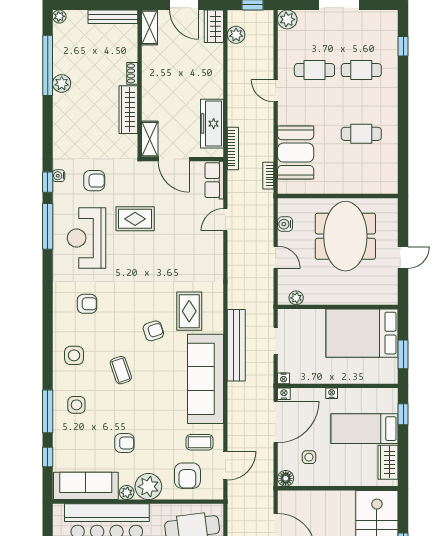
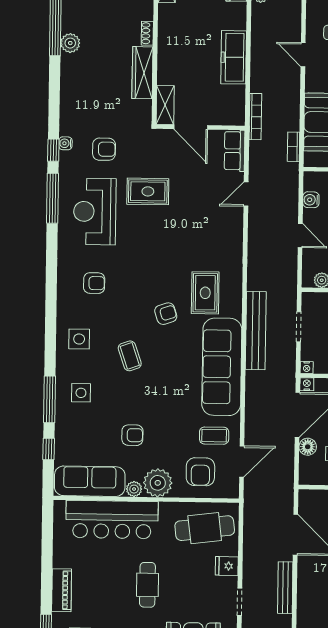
freezer: (212, 124) -> (234, 57), moved
floor lamp: (286, 478) -> (308, 447), moved

